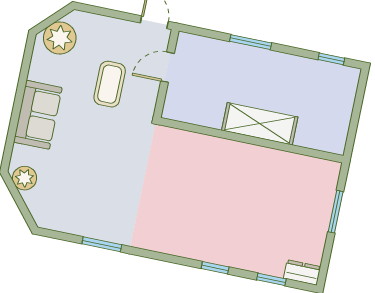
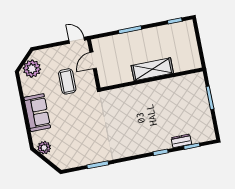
dresser: (302, 272) -> (181, 141), moved

